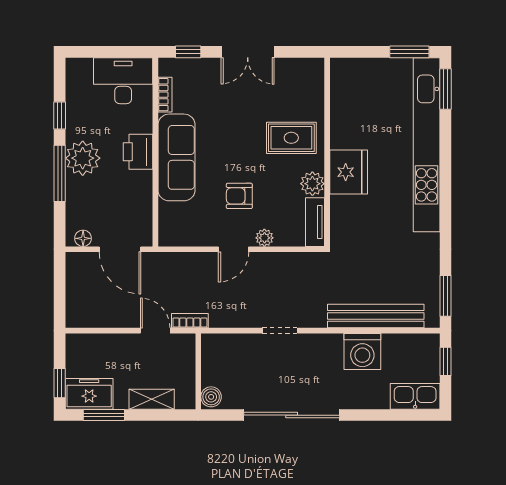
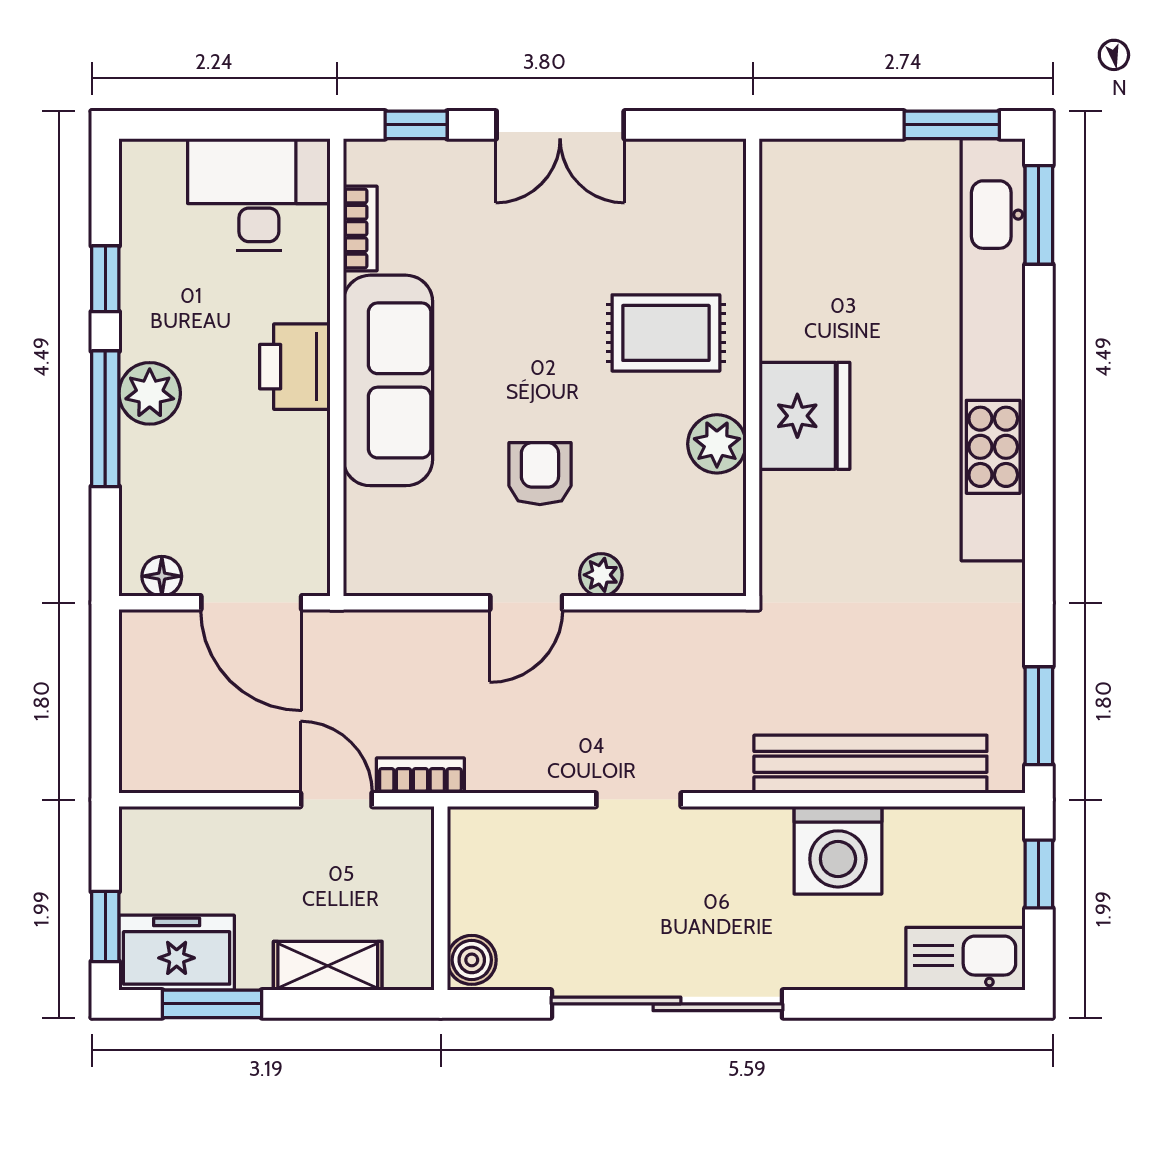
plant: (83, 158) -> (150, 393), width x0.73, depth x0.73
armchair: (239, 196) -> (540, 474), turned 90
tv unit: (315, 222) -> (723, 537), removed

